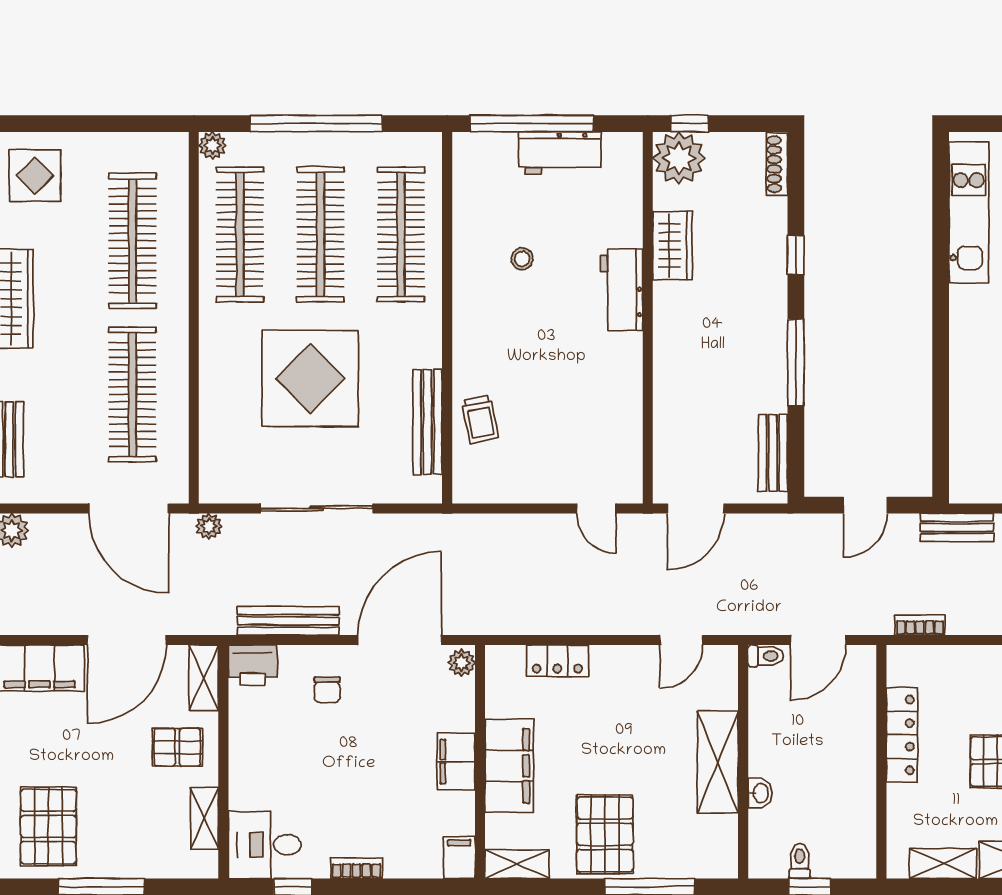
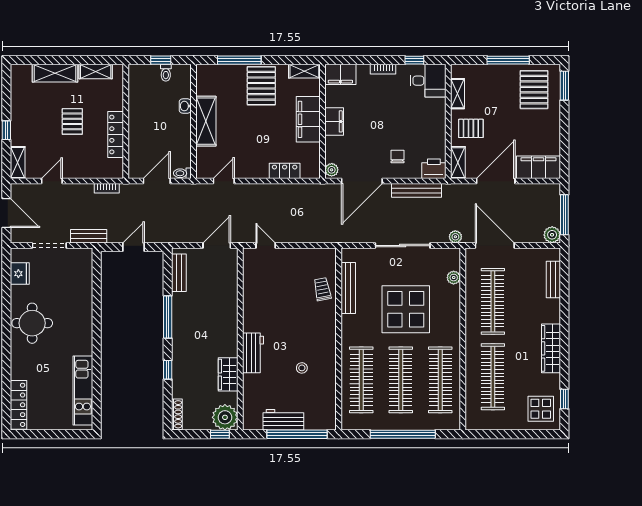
plant: (212, 146) -> (454, 278), moved
filing cabinet: (459, 858) -> (340, 74), width x2.00

